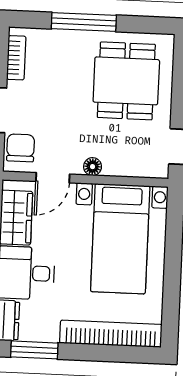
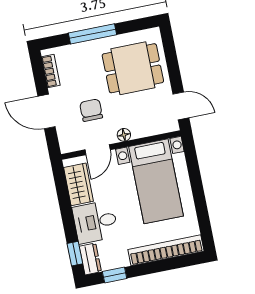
dining table: (126, 81) -> (133, 68), turned 90
chair: (21, 148) -> (91, 110), moved
window: (34, 350) -> (115, 275), width x0.67

